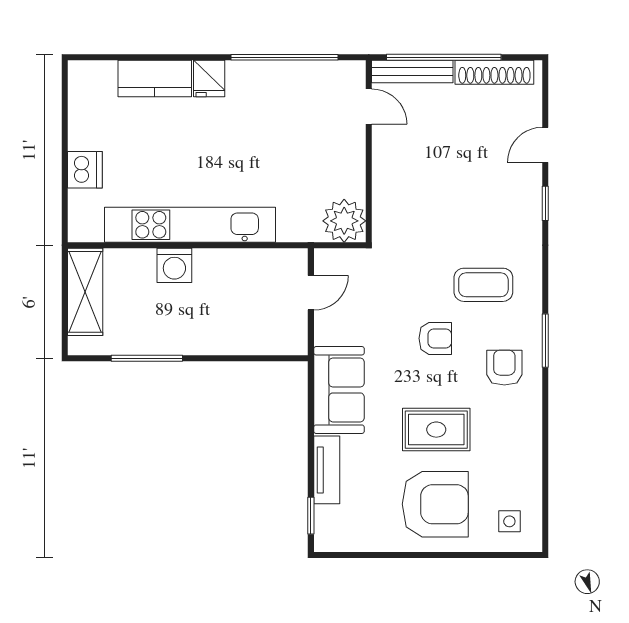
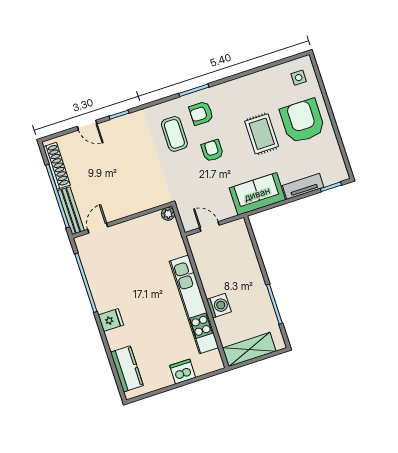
kitchen counter: (155, 78) -> (127, 369), moved
plant: (344, 221) -> (168, 214), width x0.53, depth x0.53
armchair: (504, 368) -> (201, 113), moved

